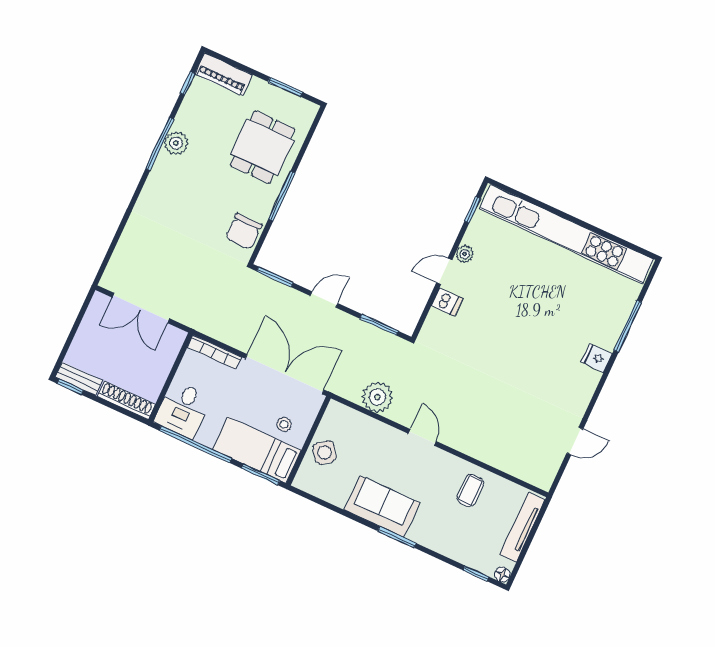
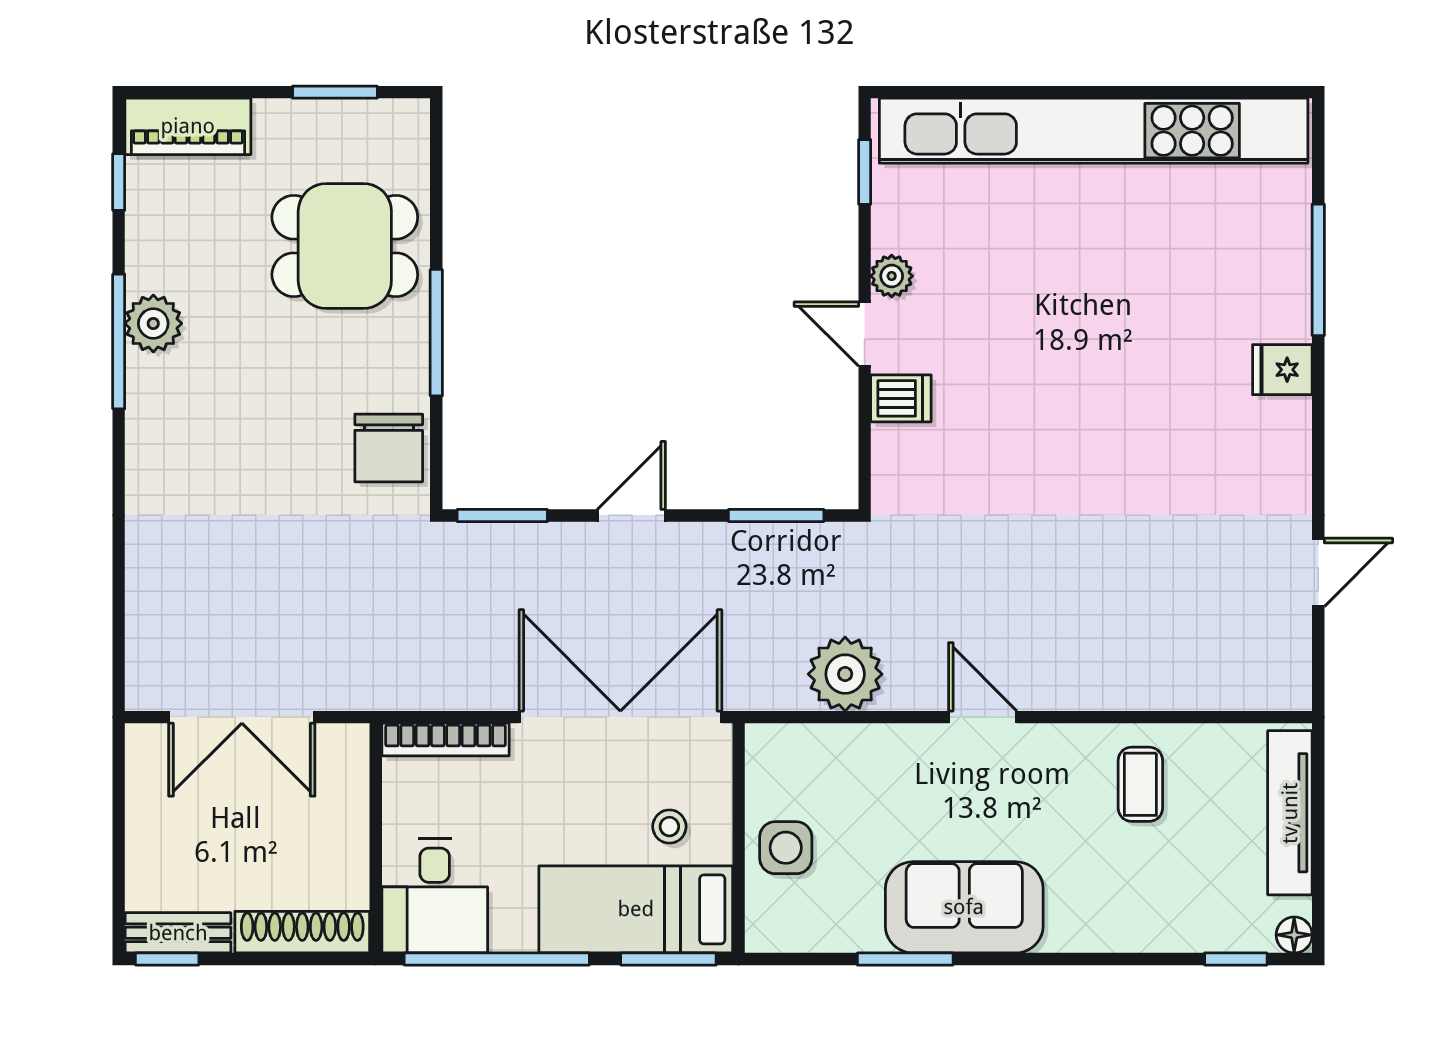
dining table: (262, 147) -> (345, 246), turned 90
door: (444, 271) -> (865, 334), hinge flipped
side table: (325, 453) -> (786, 848), turned 37
window: (397, 537) -> (905, 959), moved

